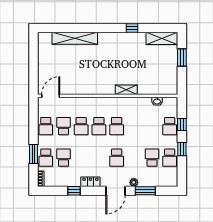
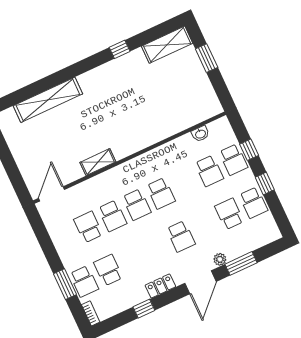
shelving: (126, 90) -> (98, 162), moved
school desk: (46, 126) -> (209, 171), moved

